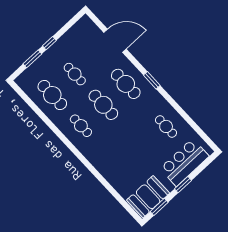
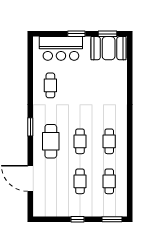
window: (32, 59) -> (112, 219), moved
cafe table: (52, 95) -> (109, 181), width x0.73, depth x0.74
cafe table: (103, 105) -> (80, 141), width x0.73, depth x0.74

